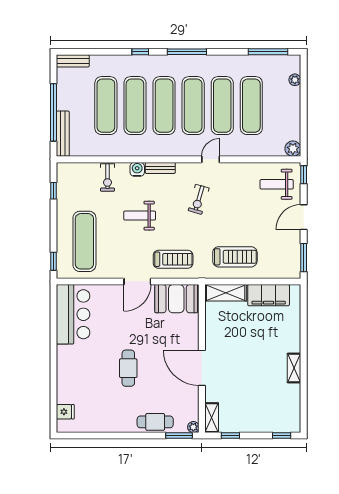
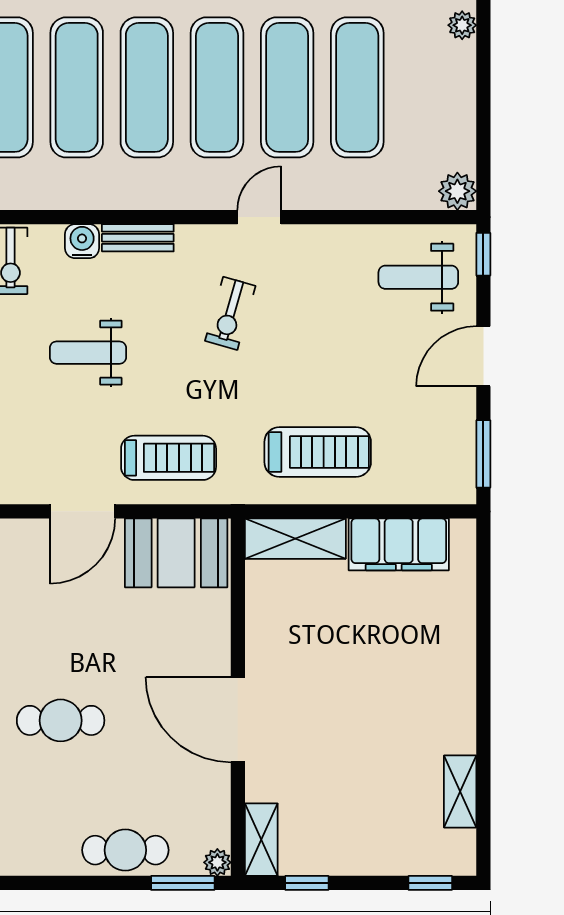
cafe table: (128, 368) -> (61, 720), turned 90
shelving: (294, 368) -> (460, 792), moved

